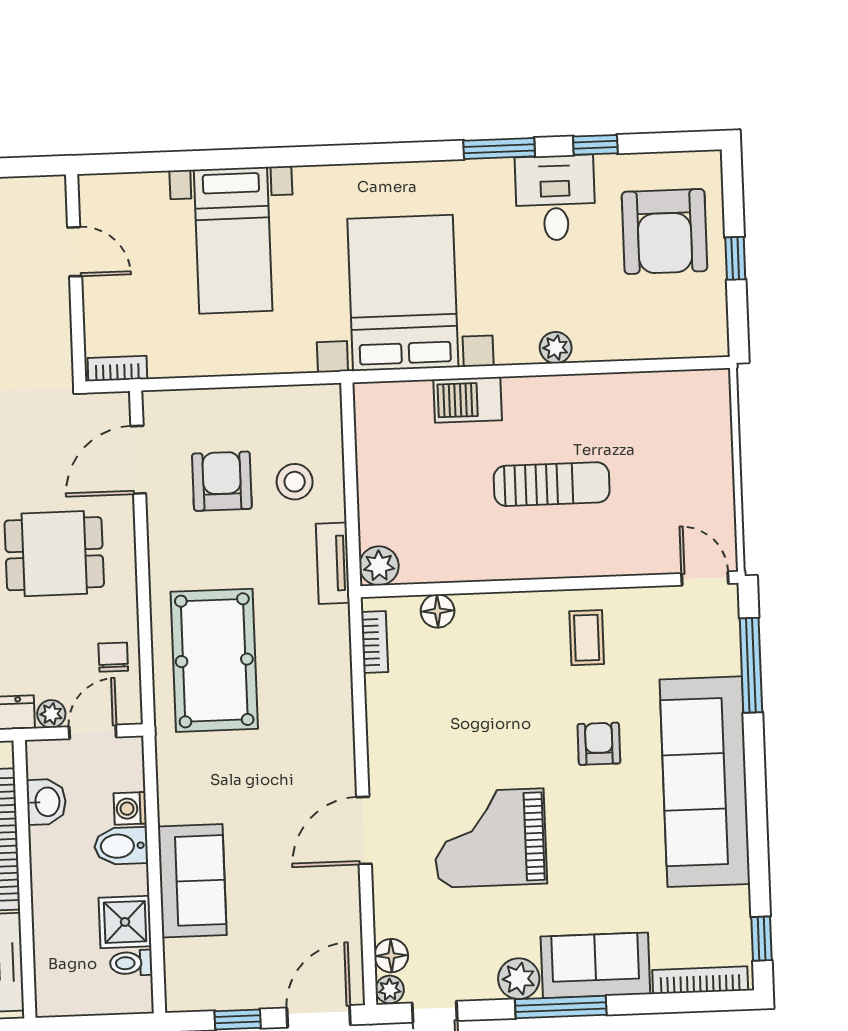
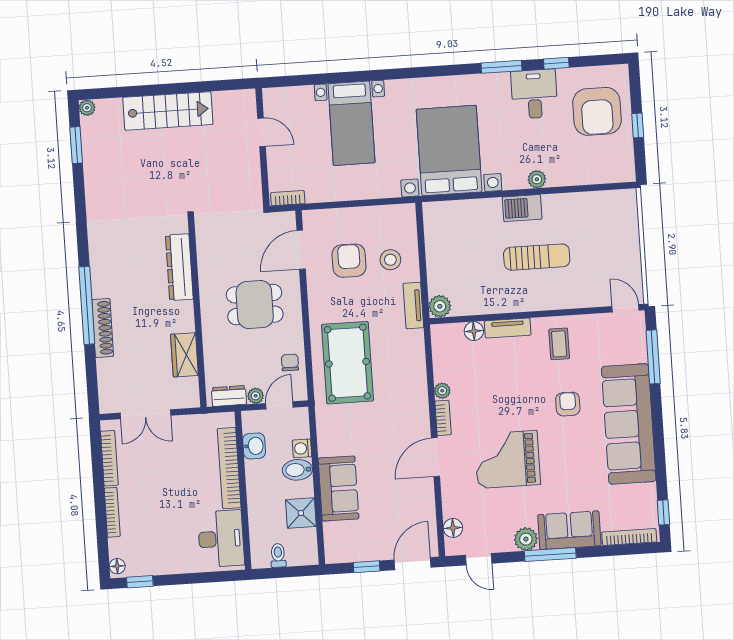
barbecue: (468, 400) -> (522, 208), moved
tv unit: (497, 607) -> (508, 328), added
bookcase: (375, 642) -> (443, 418), moved
toilet: (131, 963) -> (278, 555), moved, turned 90
plant: (390, 990) -> (442, 391), moved

